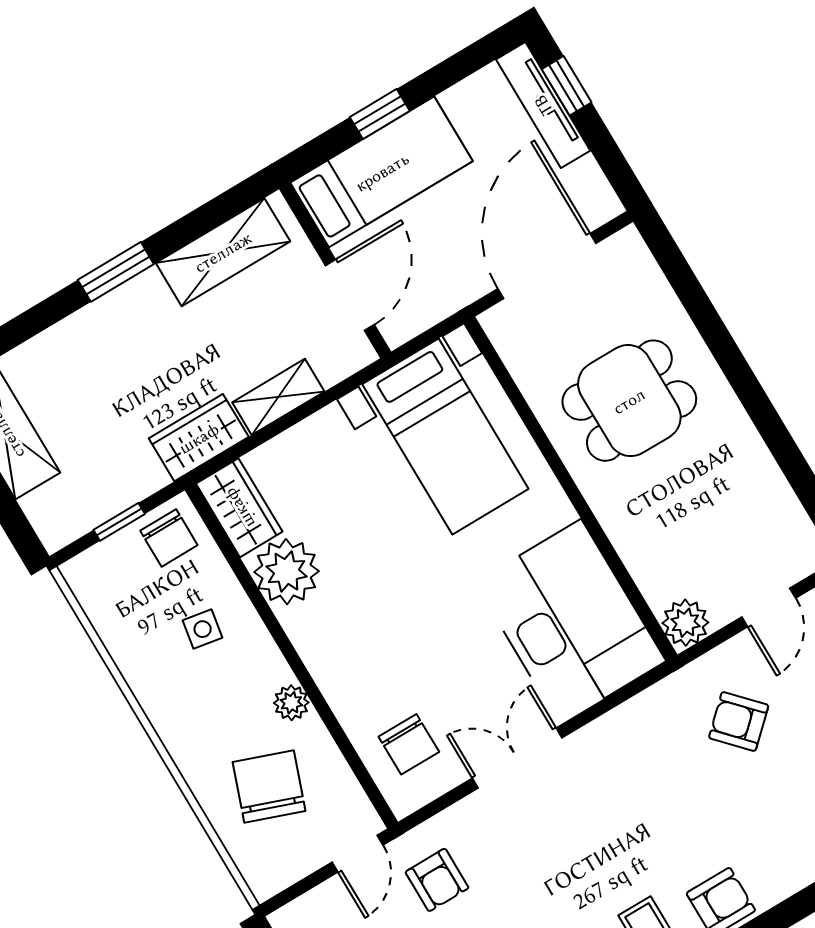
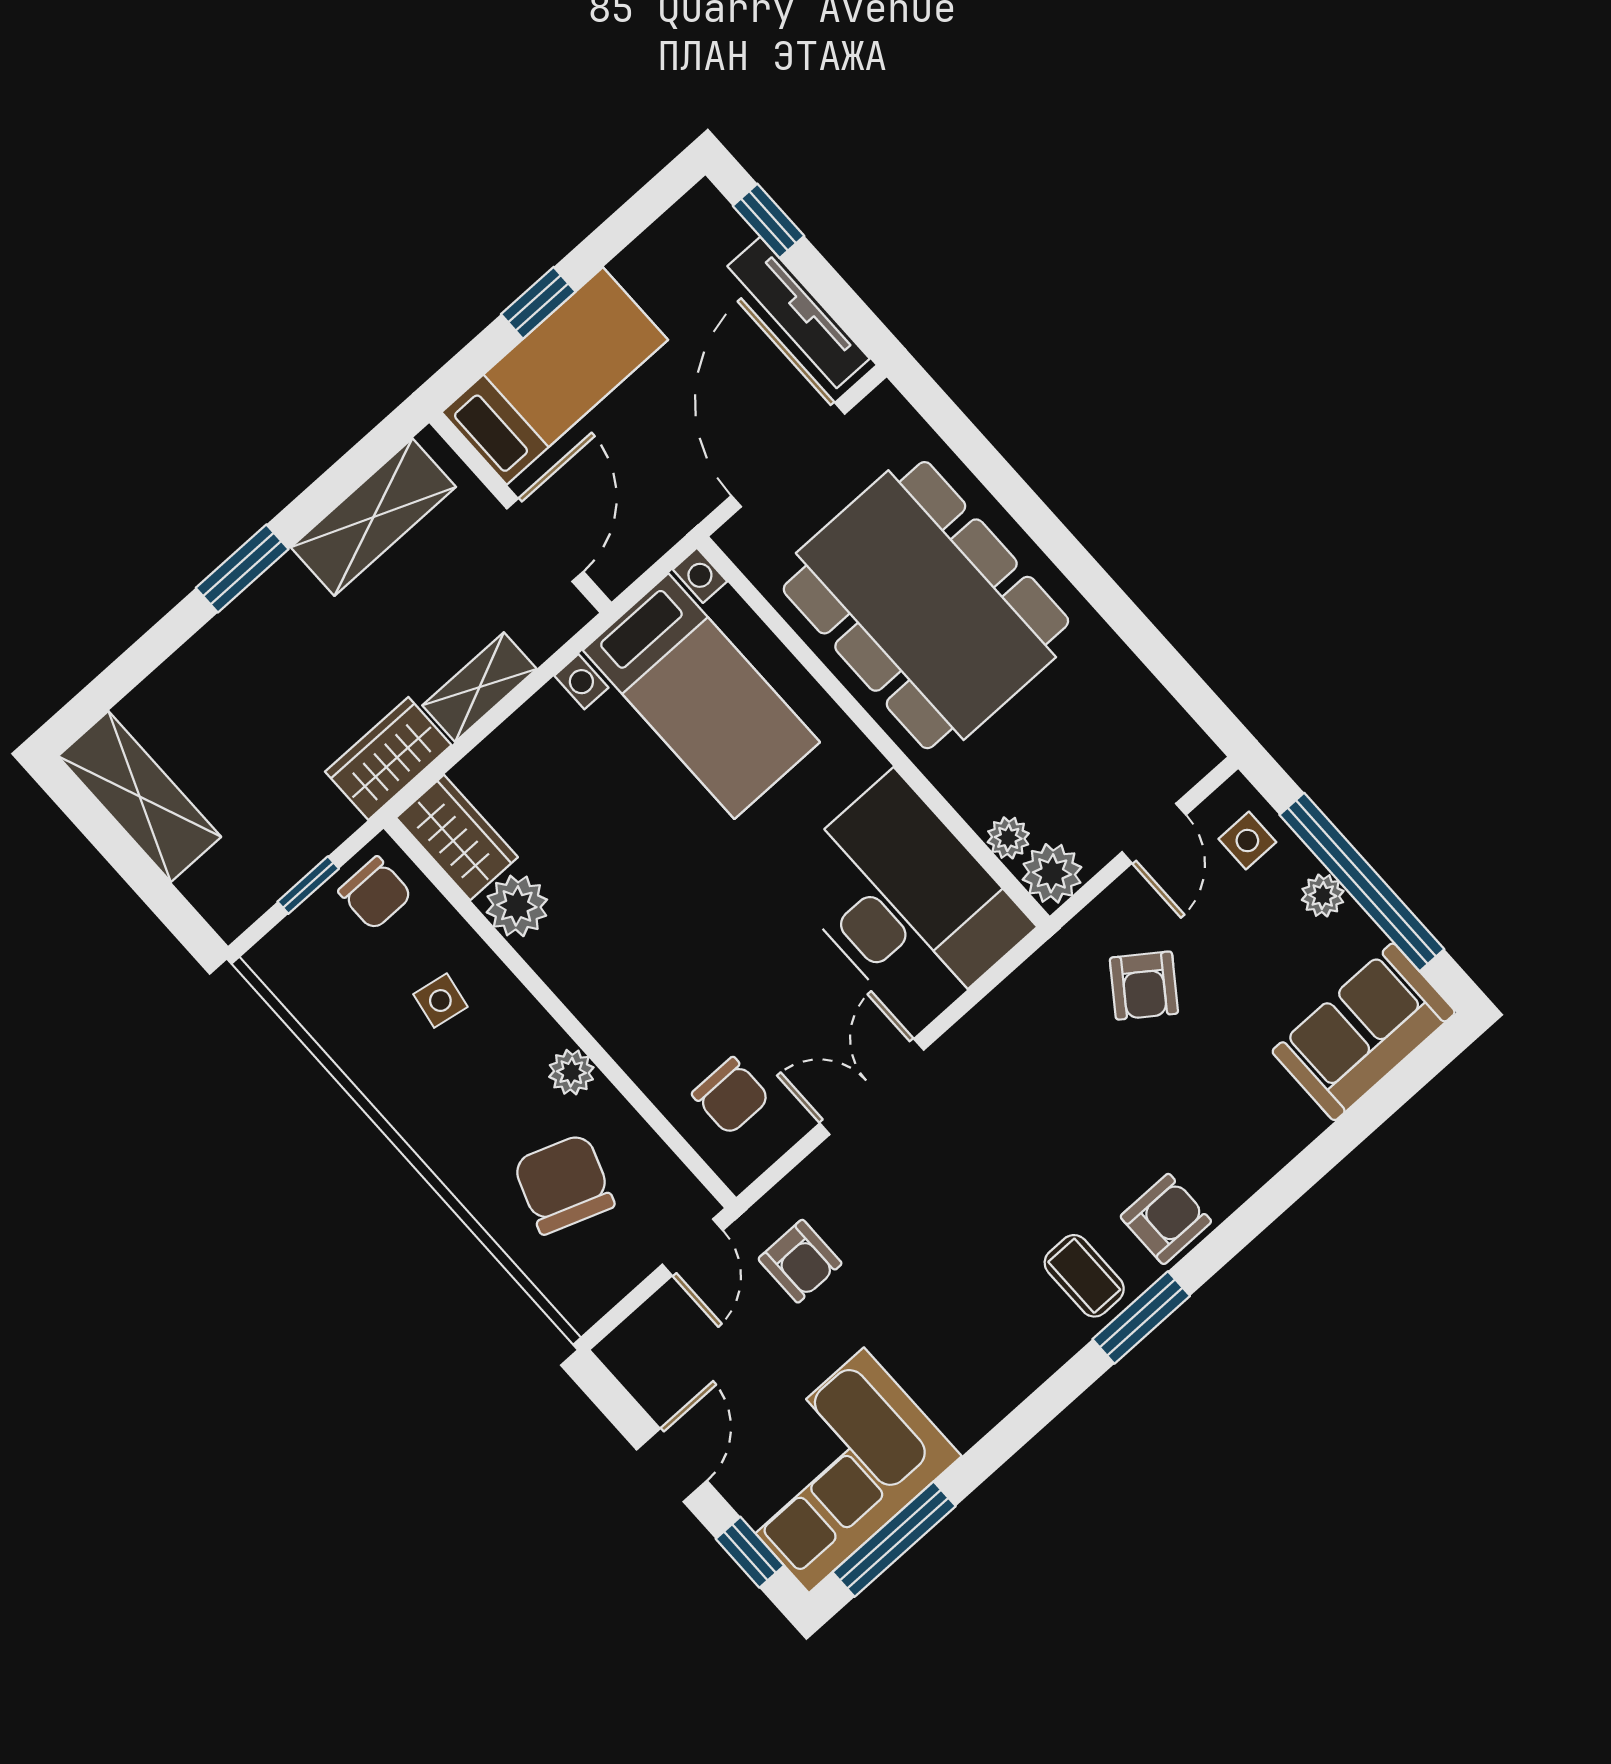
tv unit: (543, 105) -> (799, 312), moved
dining table: (629, 401) -> (926, 605), width x1.88, depth x1.24
plant: (286, 572) -> (517, 906), width x0.73, depth x0.73
plant: (657, 589) -> (1008, 838), added
armchair: (739, 721) -> (1144, 986), turned -101

